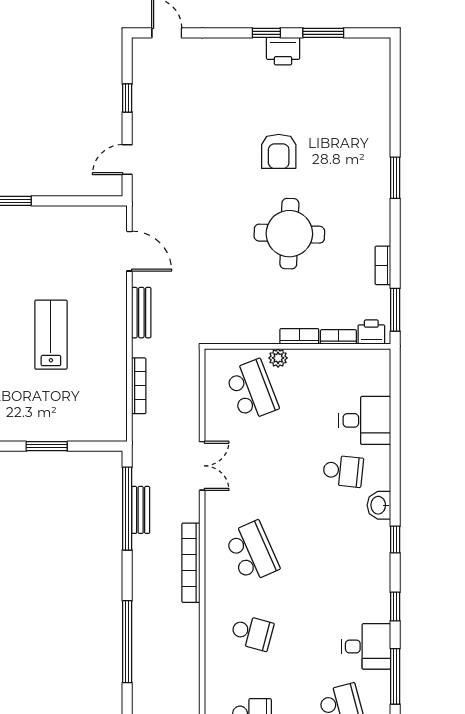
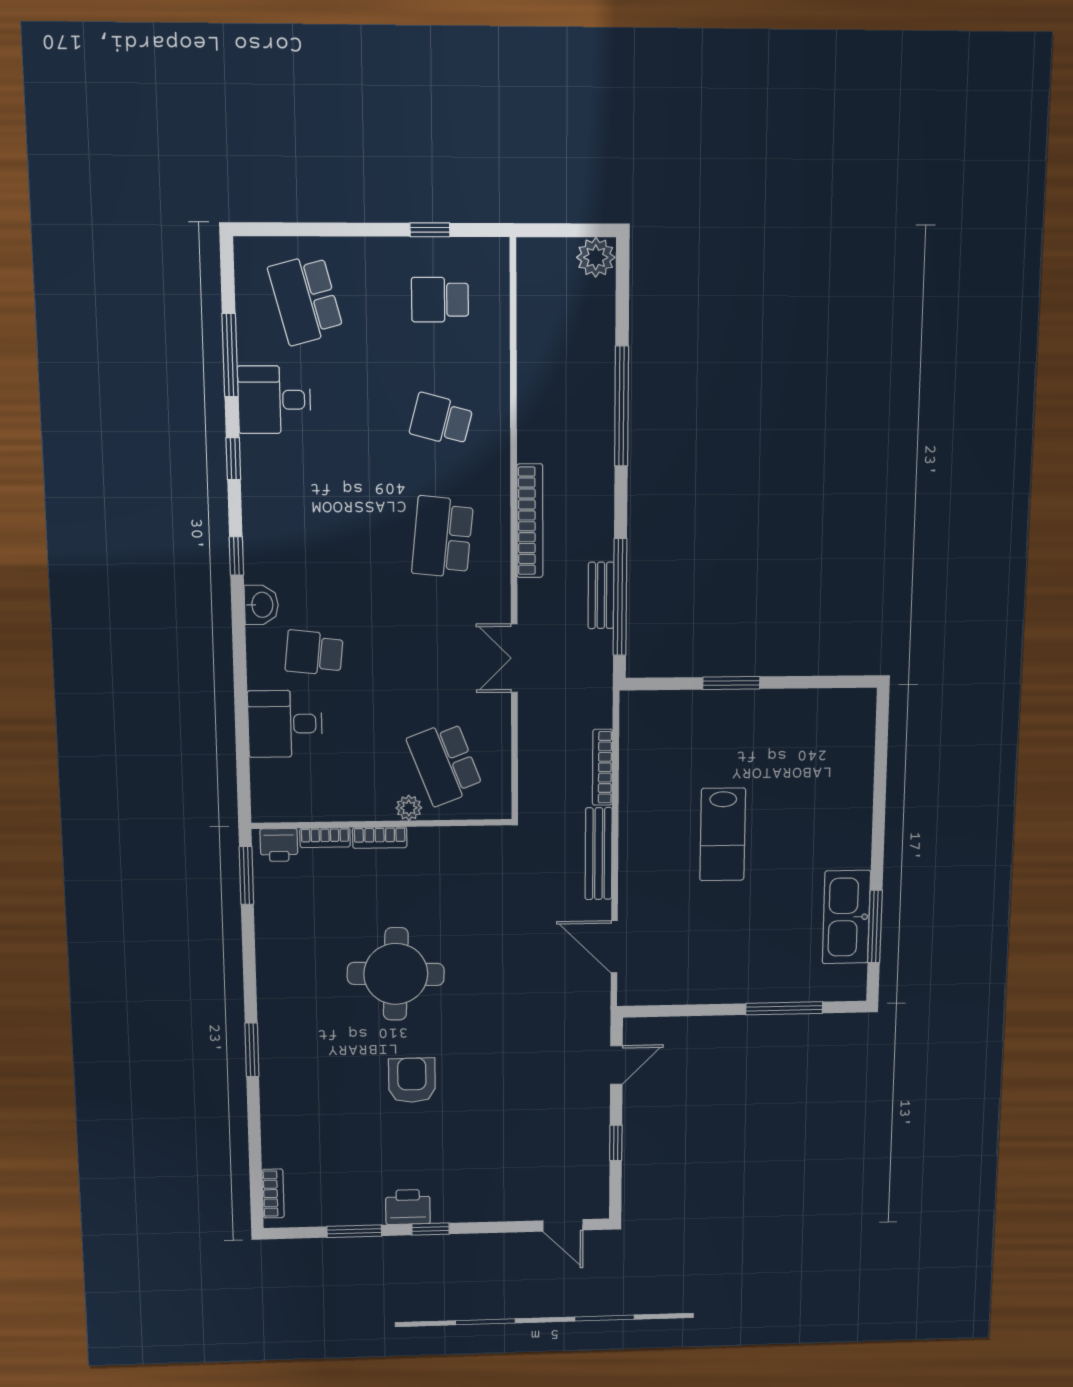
bookcase: (383, 265) -> (273, 1193), moved
bench: (141, 313) -> (599, 854), width x1.36
school desk: (252, 552) -> (442, 537), turned 30

